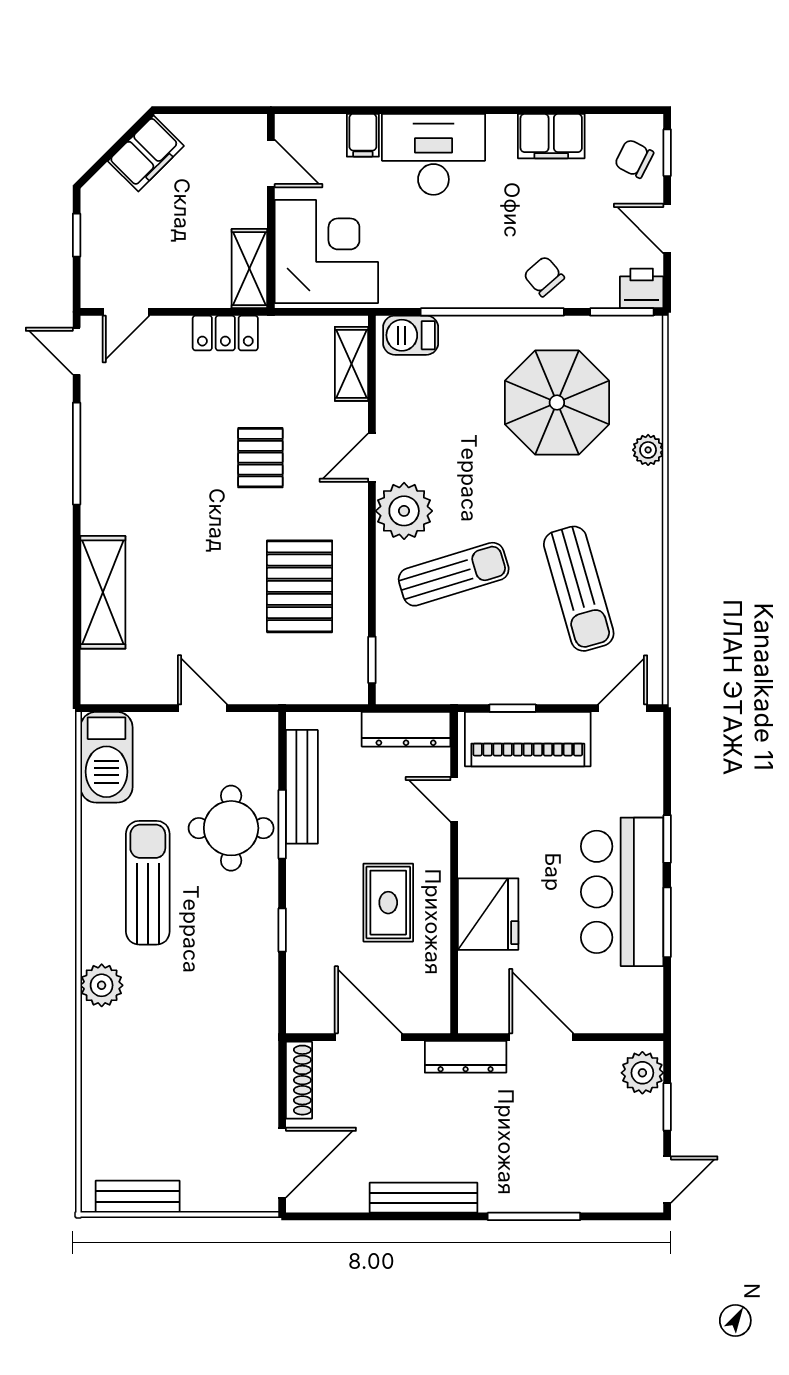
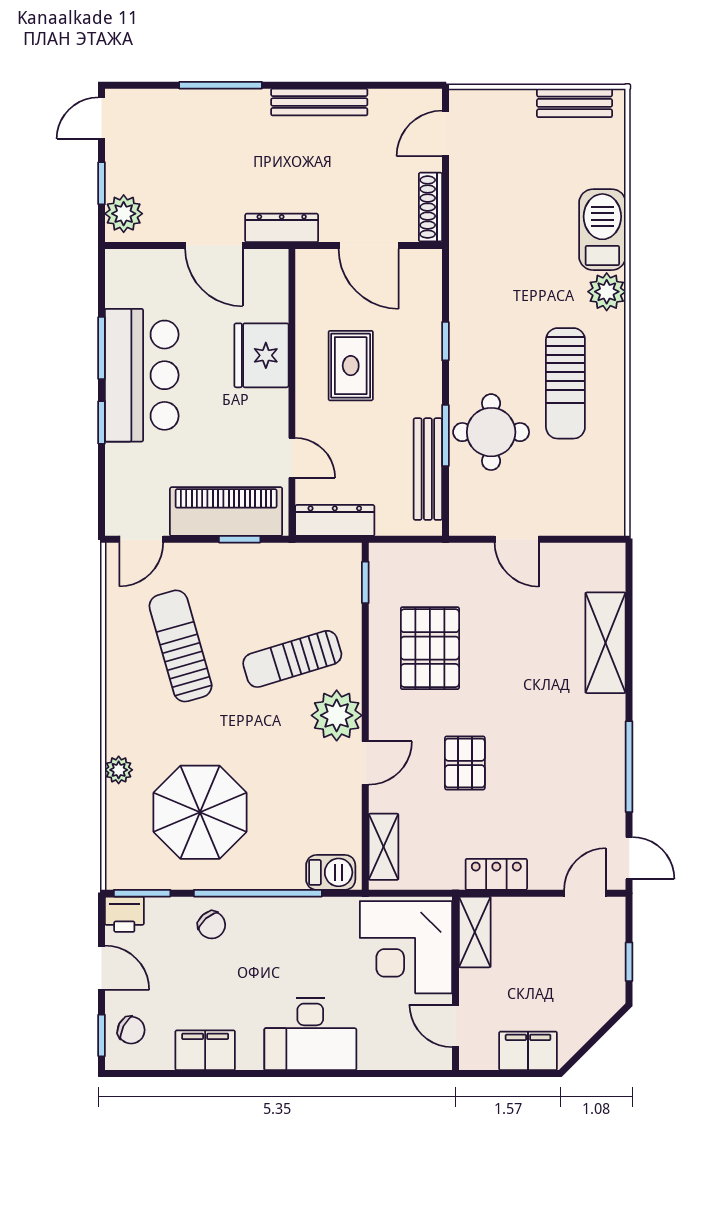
filing cabinet: (363, 135) -> (373, 1051), removed
filing cabinet: (146, 154) -> (528, 1051), moved, turned 45
barbecue: (106, 757) -> (602, 230), moved
door: (282, 1163) -> (445, 133), width x0.73

